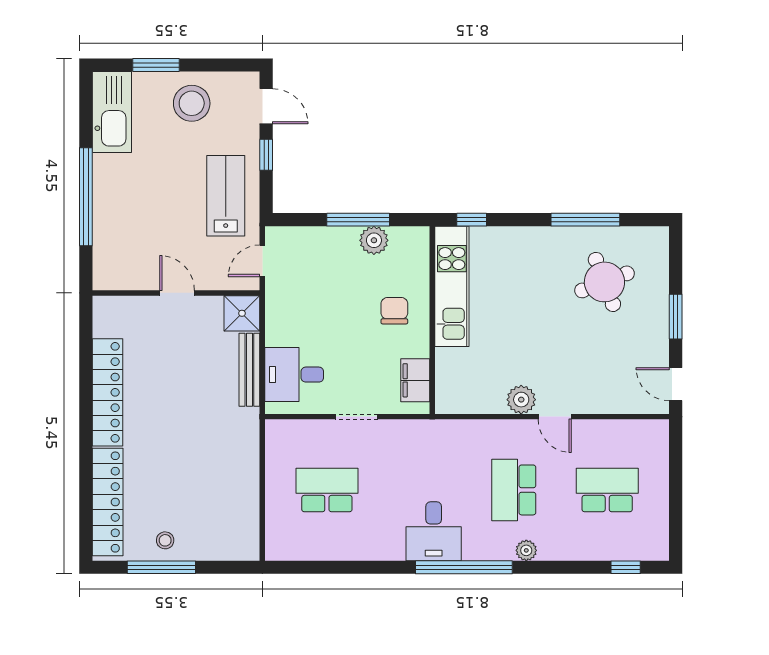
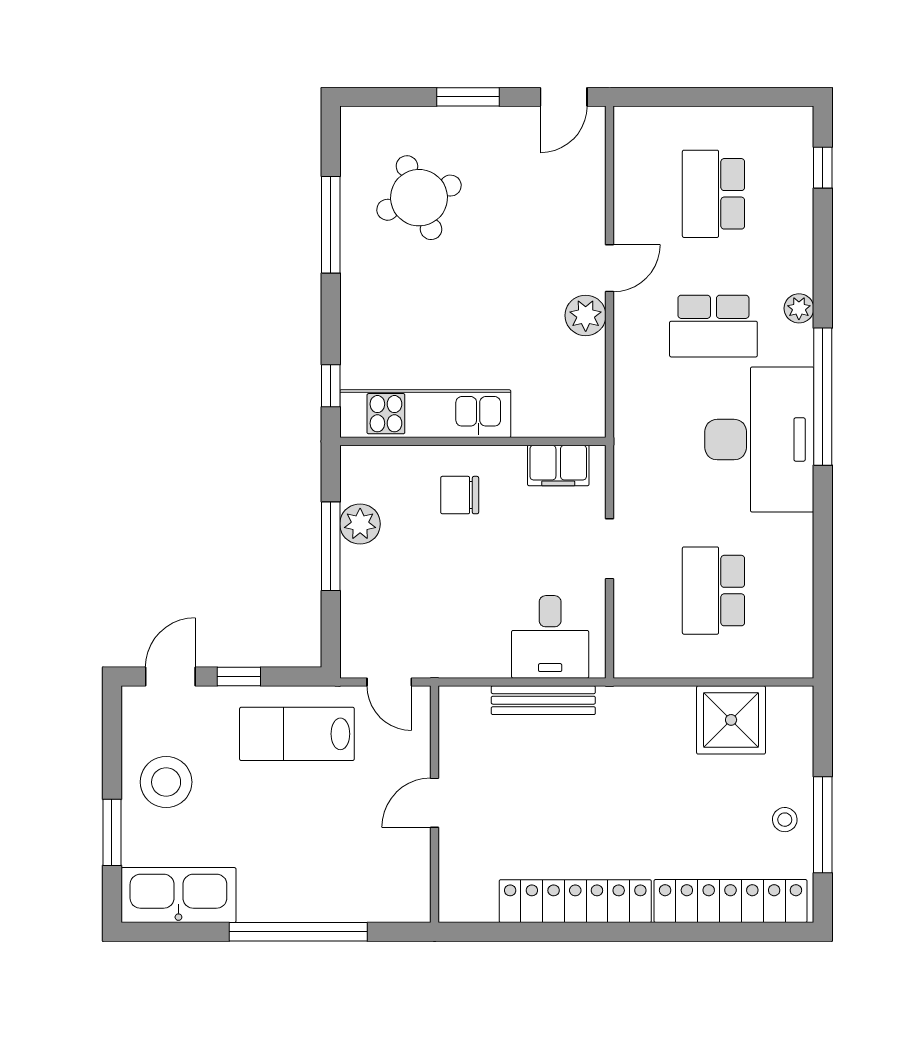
shower: (242, 313) -> (731, 720), moved, width x1.36, depth x1.36
desk: (434, 531) -> (759, 440), width x1.87, depth x1.30

